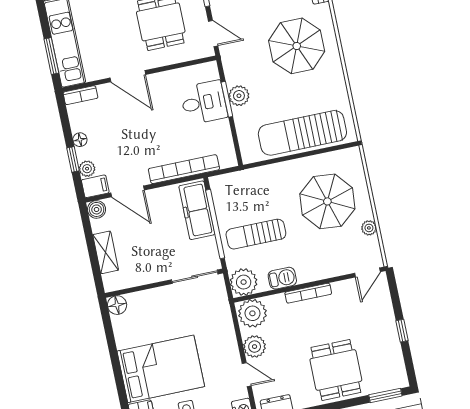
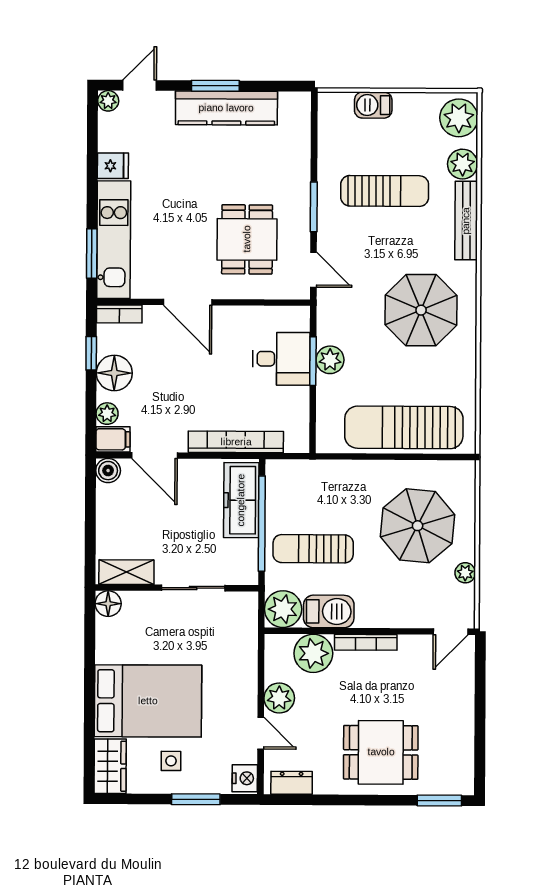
floor lamp: (80, 140) -> (114, 373), width x1.89, depth x1.89
window: (73, 159) -> (91, 353), moved
shelving: (106, 252) -> (126, 572), moved, turned 90
sliding door: (195, 277) -> (193, 588), moved
barbecue: (282, 278) -> (329, 611), width x1.38, depth x1.27
plant: (252, 313) -> (313, 653), moved
window: (402, 331) -> (480, 719), removed
dining table: (336, 370) -> (381, 752), turned 90

